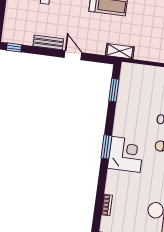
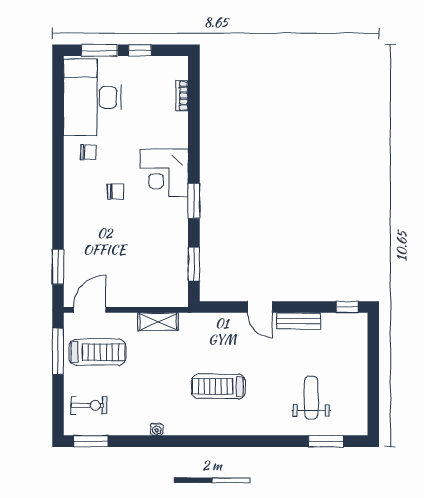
shelving: (120, 51) -> (158, 322), moved
window: (106, 147) -> (194, 201), moved

